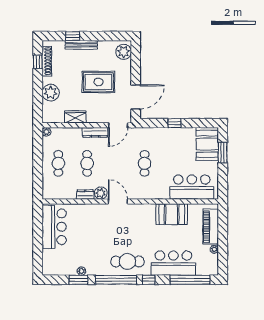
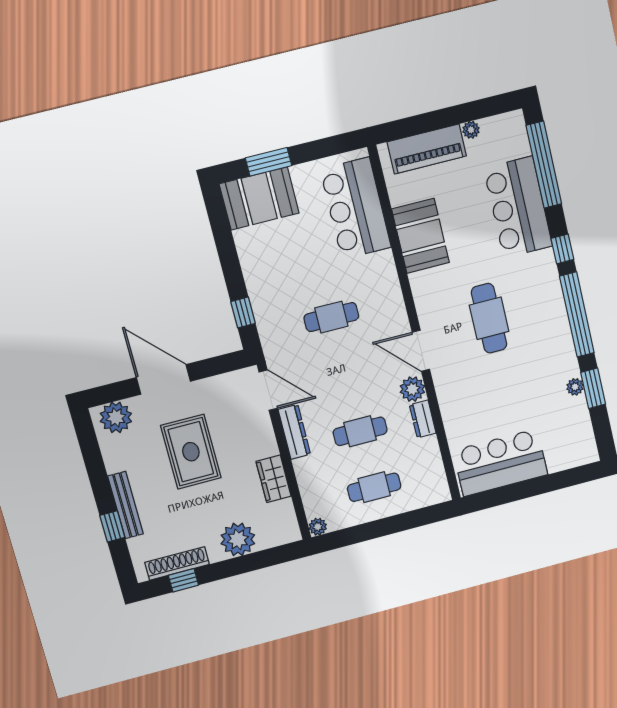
door: (136, 97) -> (163, 379), moved
window: (175, 123) -> (243, 312), moved
door: (118, 201) -> (421, 351), hinge flipped
cafe table: (127, 261) -> (489, 318), moved

